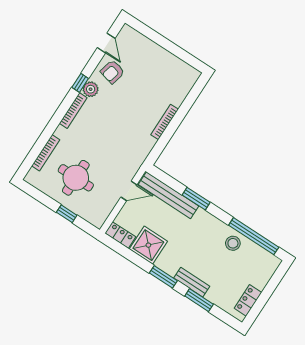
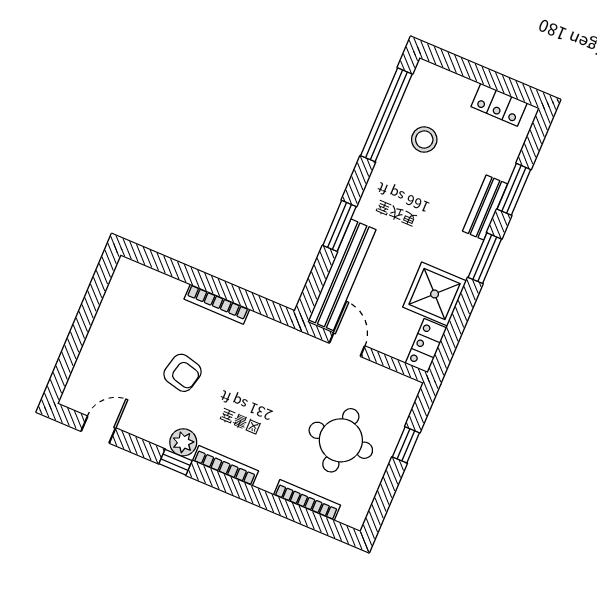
armchair: (112, 72) -> (182, 373), moved
stool: (233, 243) -> (424, 140), moved

